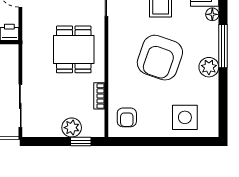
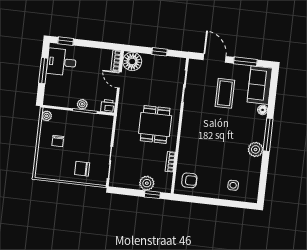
armchair: (160, 58) -> (219, 138), removed
armchair: (127, 117) -> (189, 180), turned -90
side table: (185, 117) -> (233, 185), width x0.54, depth x0.54

